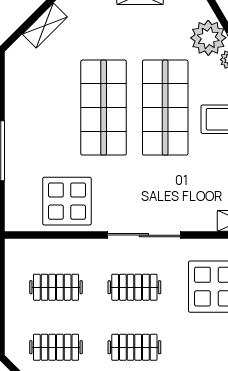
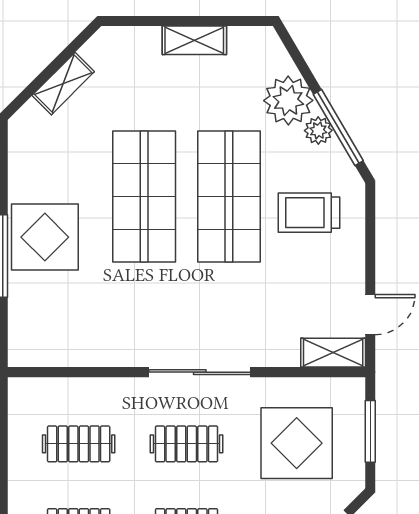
display table: (67, 201) -> (45, 237), moved

